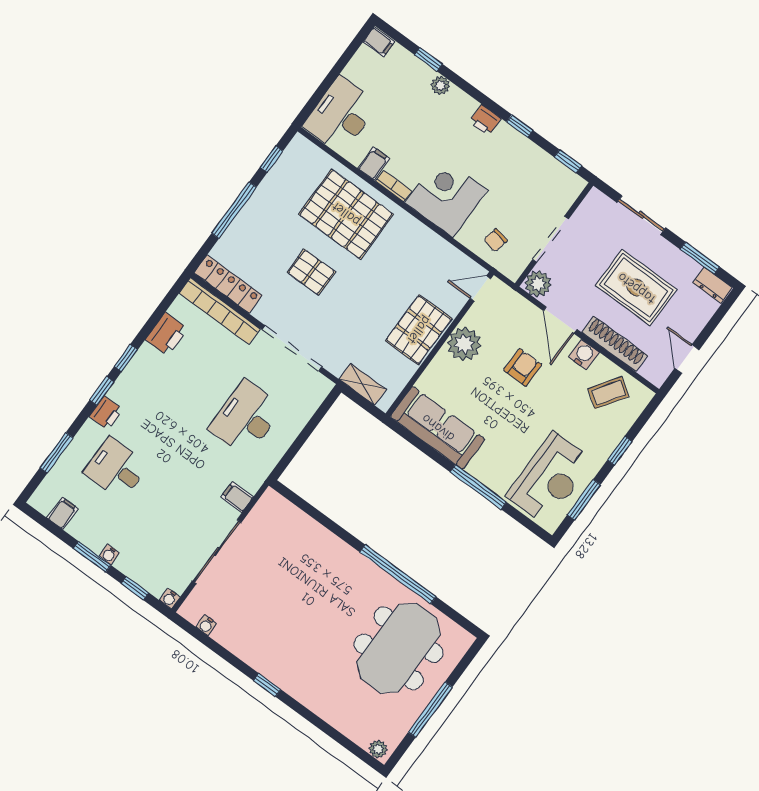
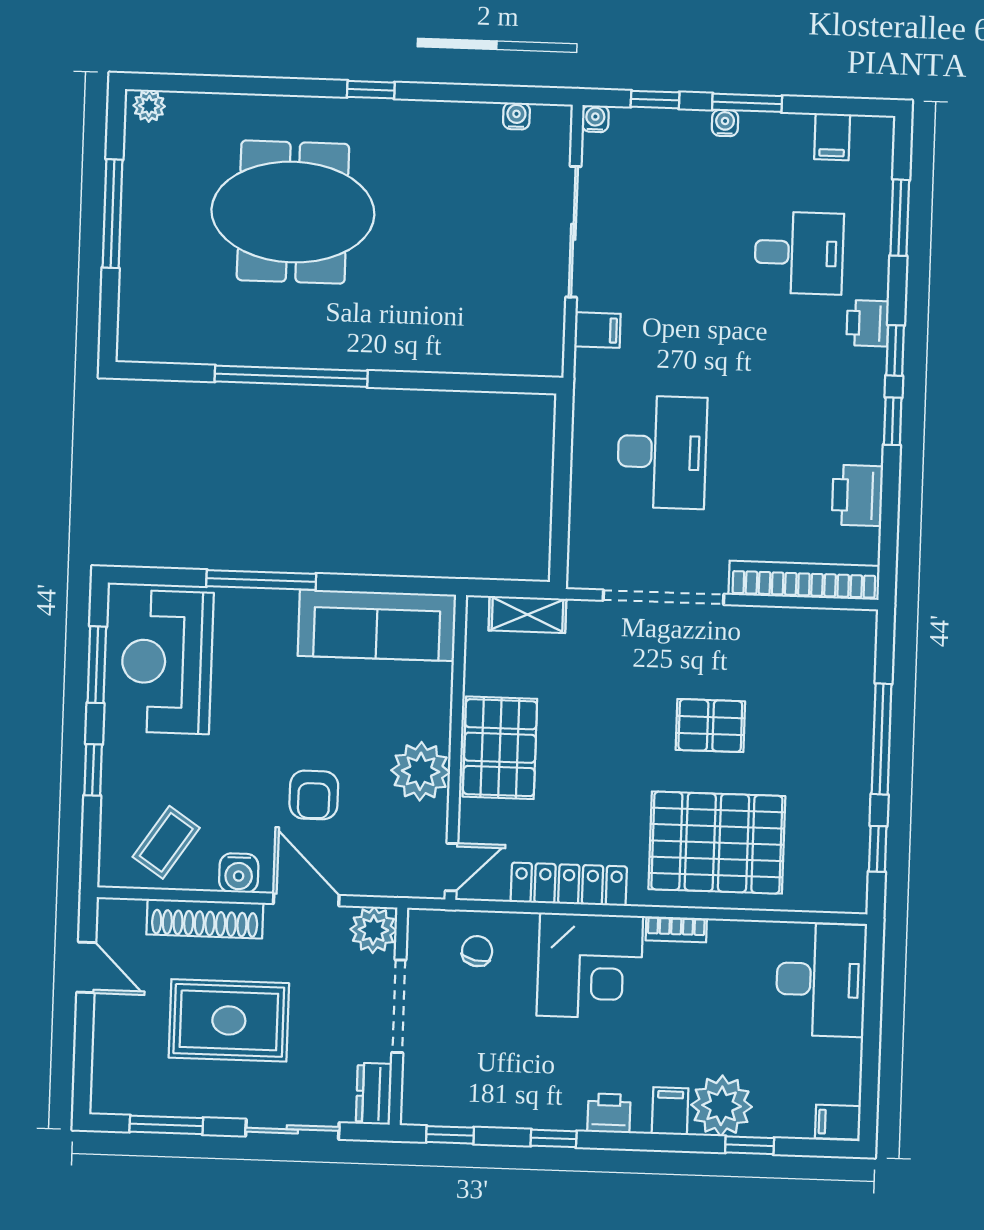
plant: (441, 85) -> (722, 1106), width x1.87, depth x1.87
filing cabinet: (374, 163) -> (670, 1111), moved, turned 180
locker: (228, 284) -> (569, 884), moved, turned 180
dresser: (713, 285) -> (374, 1094), moved, turned -90
meeting table: (399, 648) -> (293, 212), moved, turned 90

